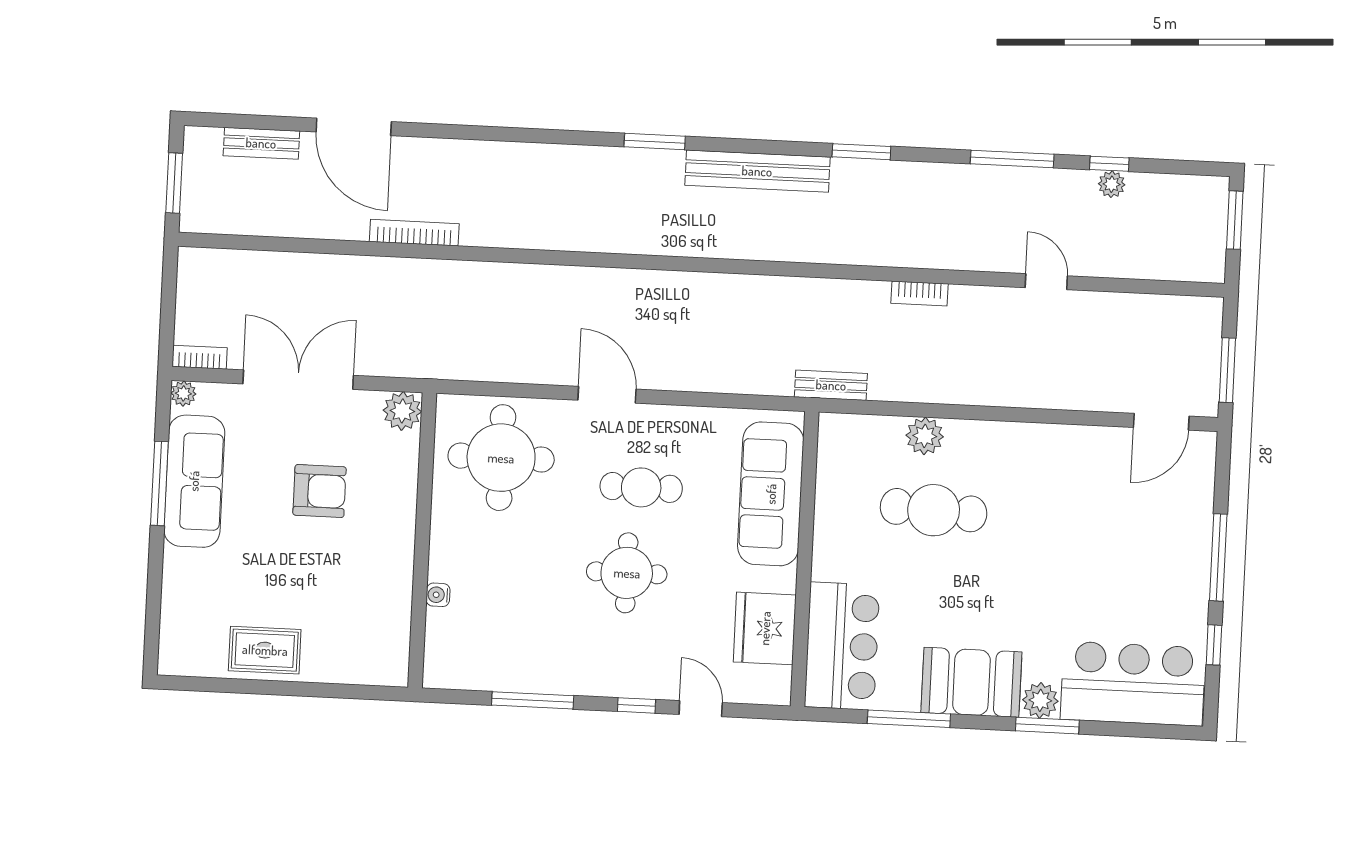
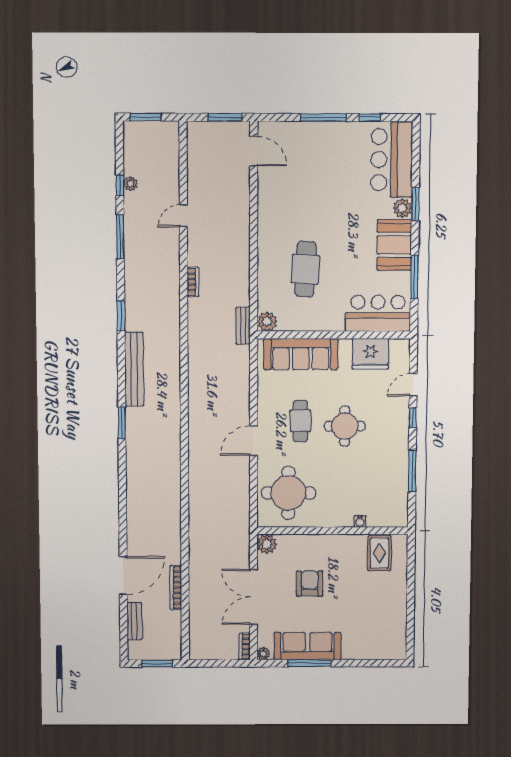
bookcase: (414, 233) -> (176, 588), moved
plant: (925, 436) -> (267, 322), moved
rug: (265, 650) -> (379, 553), moved

